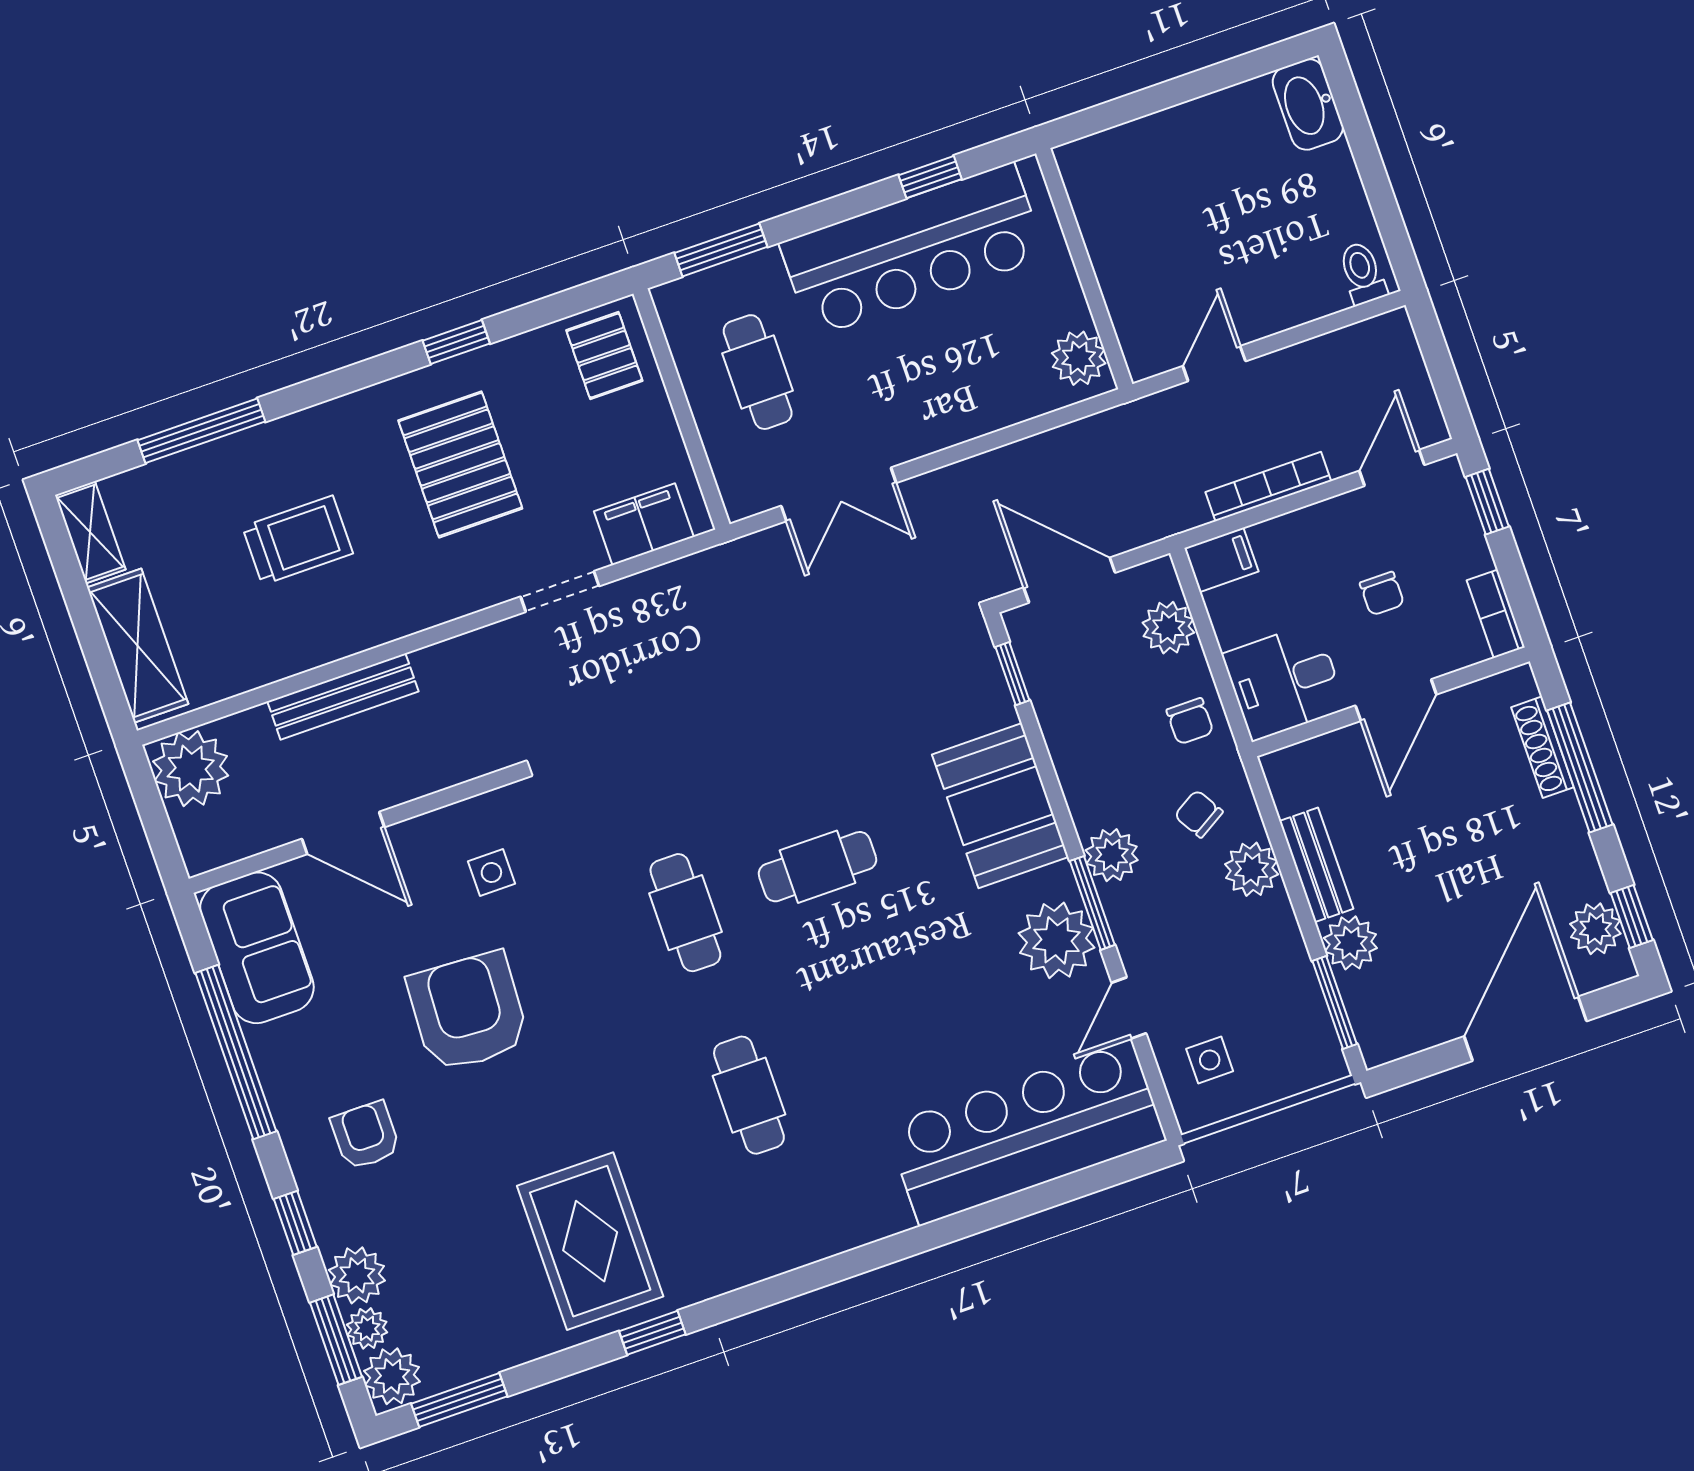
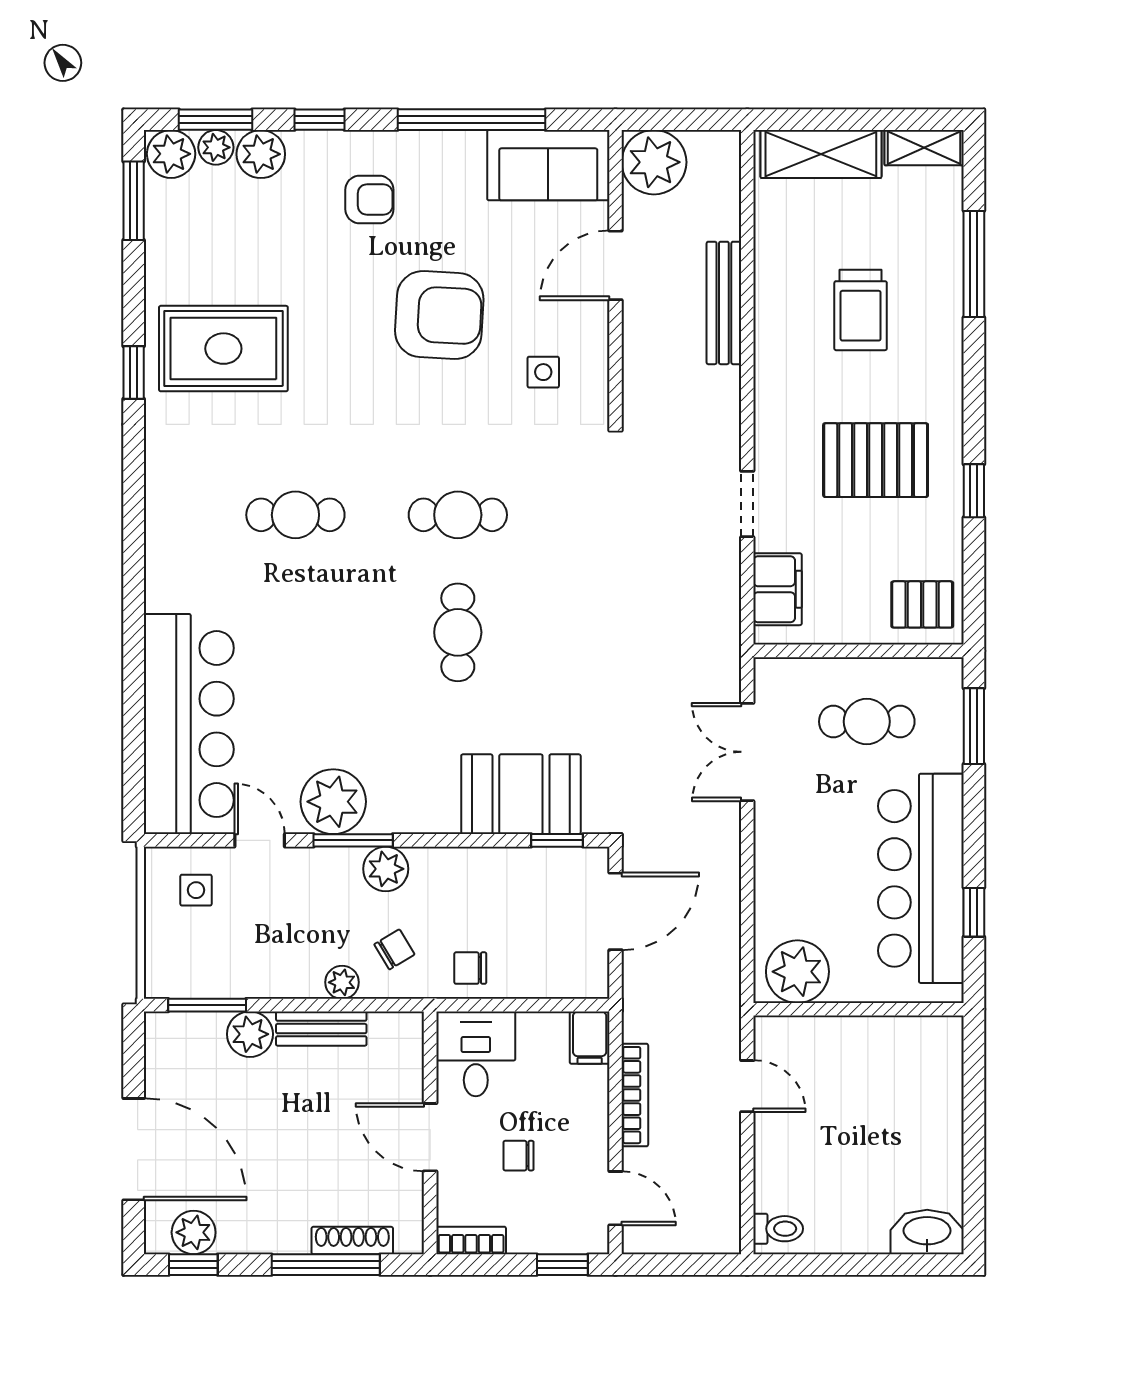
plant: (1079, 358) -> (797, 972), width x1.36, depth x1.36
plant: (1168, 628) -> (550, 977), removed
plant: (191, 769) -> (654, 162), moved
booth: (1000, 806) -> (521, 794), moved
plant: (1252, 869) -> (342, 982), width x0.73, depth x0.73

